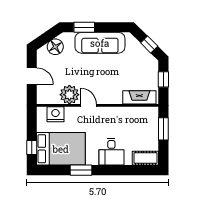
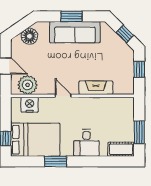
window: (84, 27) -> (71, 16), moved
plant: (69, 95) -> (28, 85), moved
fireplace: (139, 97) -> (96, 88), moved
window: (163, 129) -> (139, 132), moved

